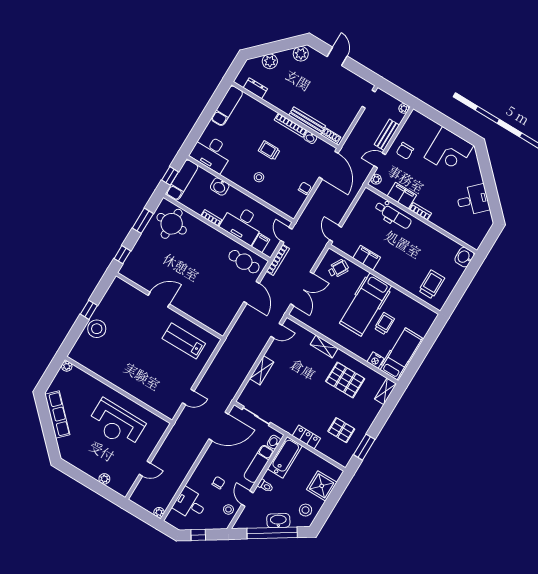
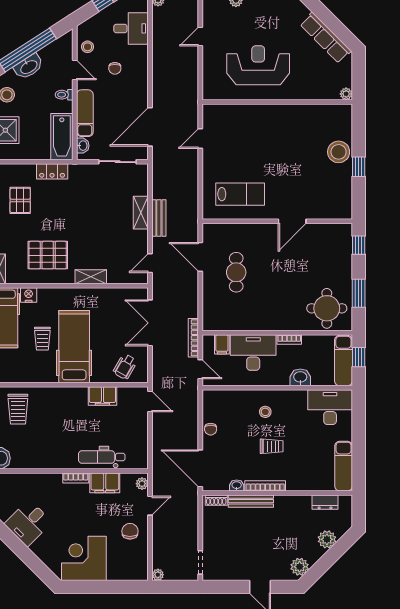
bench: (387, 135) -> (159, 218), moved
cafe table: (244, 262) -> (236, 272), moved, turned 90
door: (252, 292) -> (200, 257), moved
pallet: (341, 430) -> (20, 200), turned 90

